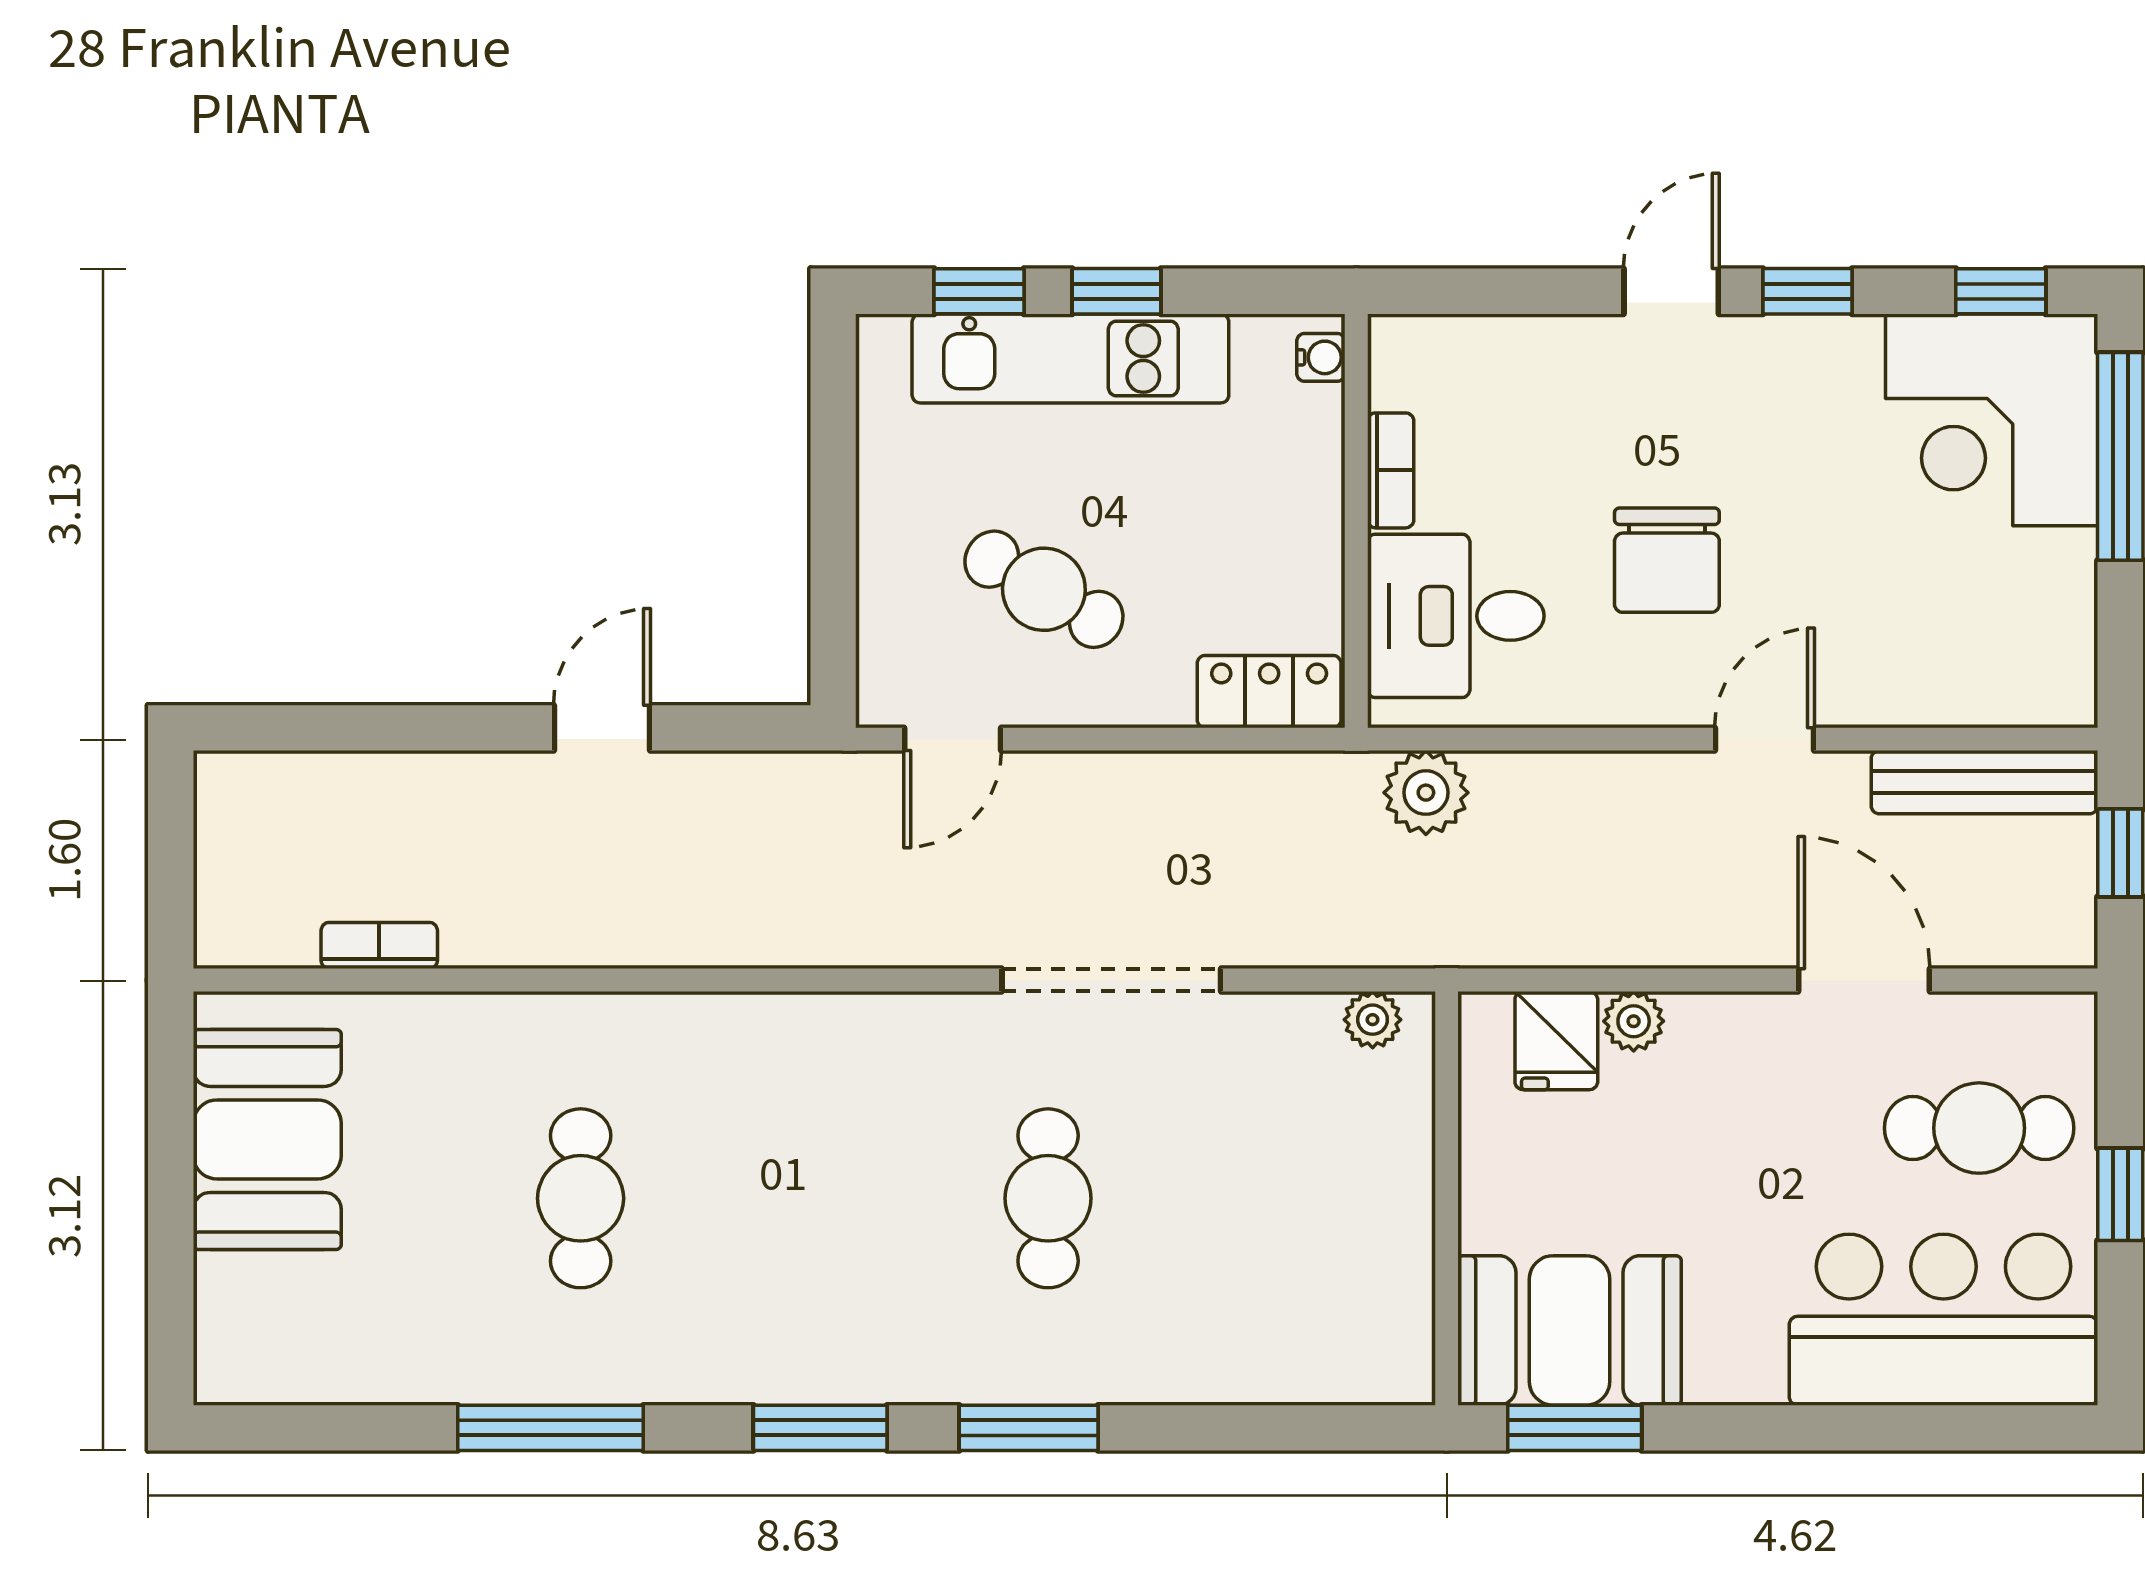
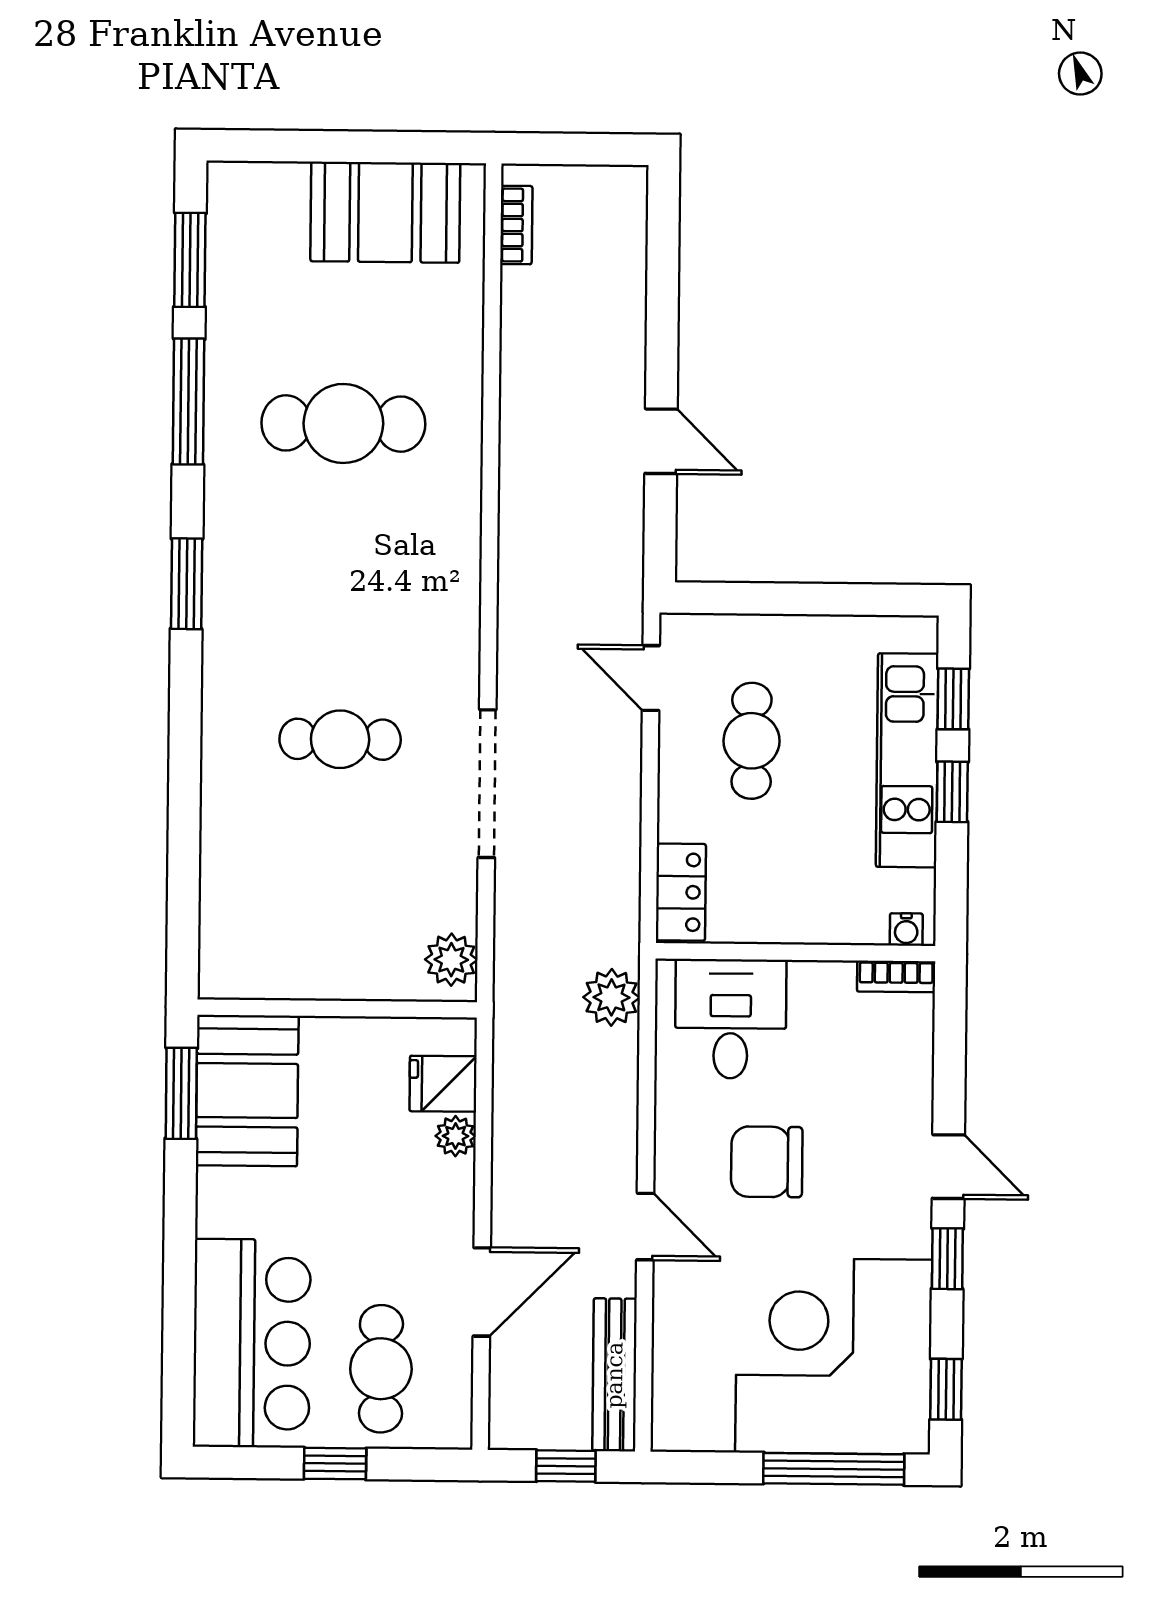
corner desk: (1992, 420) -> (834, 1356), width x1.36, depth x1.36
bookcase: (1391, 470) -> (896, 977), moved
cafe table: (1044, 589) -> (752, 741), turned -30
bookcase: (379, 946) -> (516, 225), moved
plant: (1373, 1020) -> (451, 960), width x1.38, depth x1.38
cafe table: (581, 1198) -> (343, 423), width x1.37, depth x1.35
window: (1029, 1428) -> (190, 260), moved

